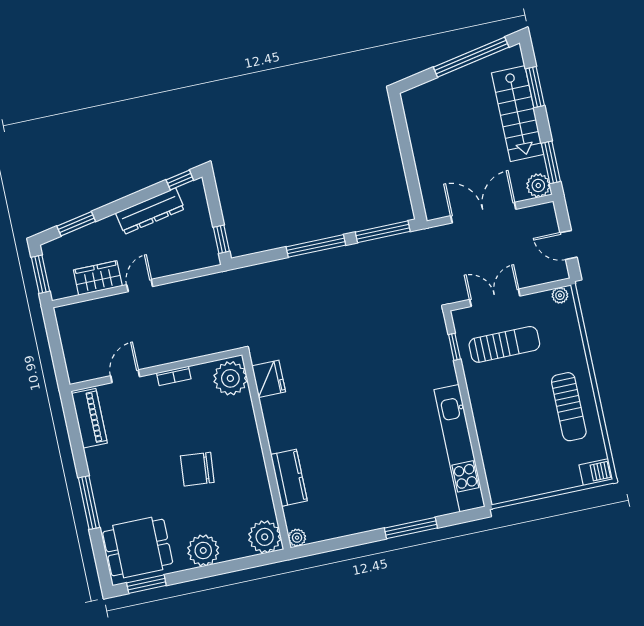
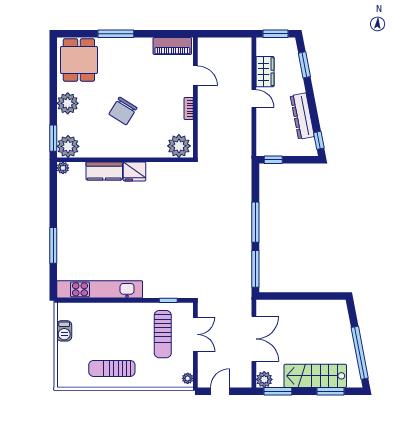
fridge: (269, 379) -> (135, 172), moved
chair: (197, 469) -> (123, 111), turned -153
barbecue: (596, 472) -> (64, 331), moved
window: (146, 584) -> (53, 138), moved

